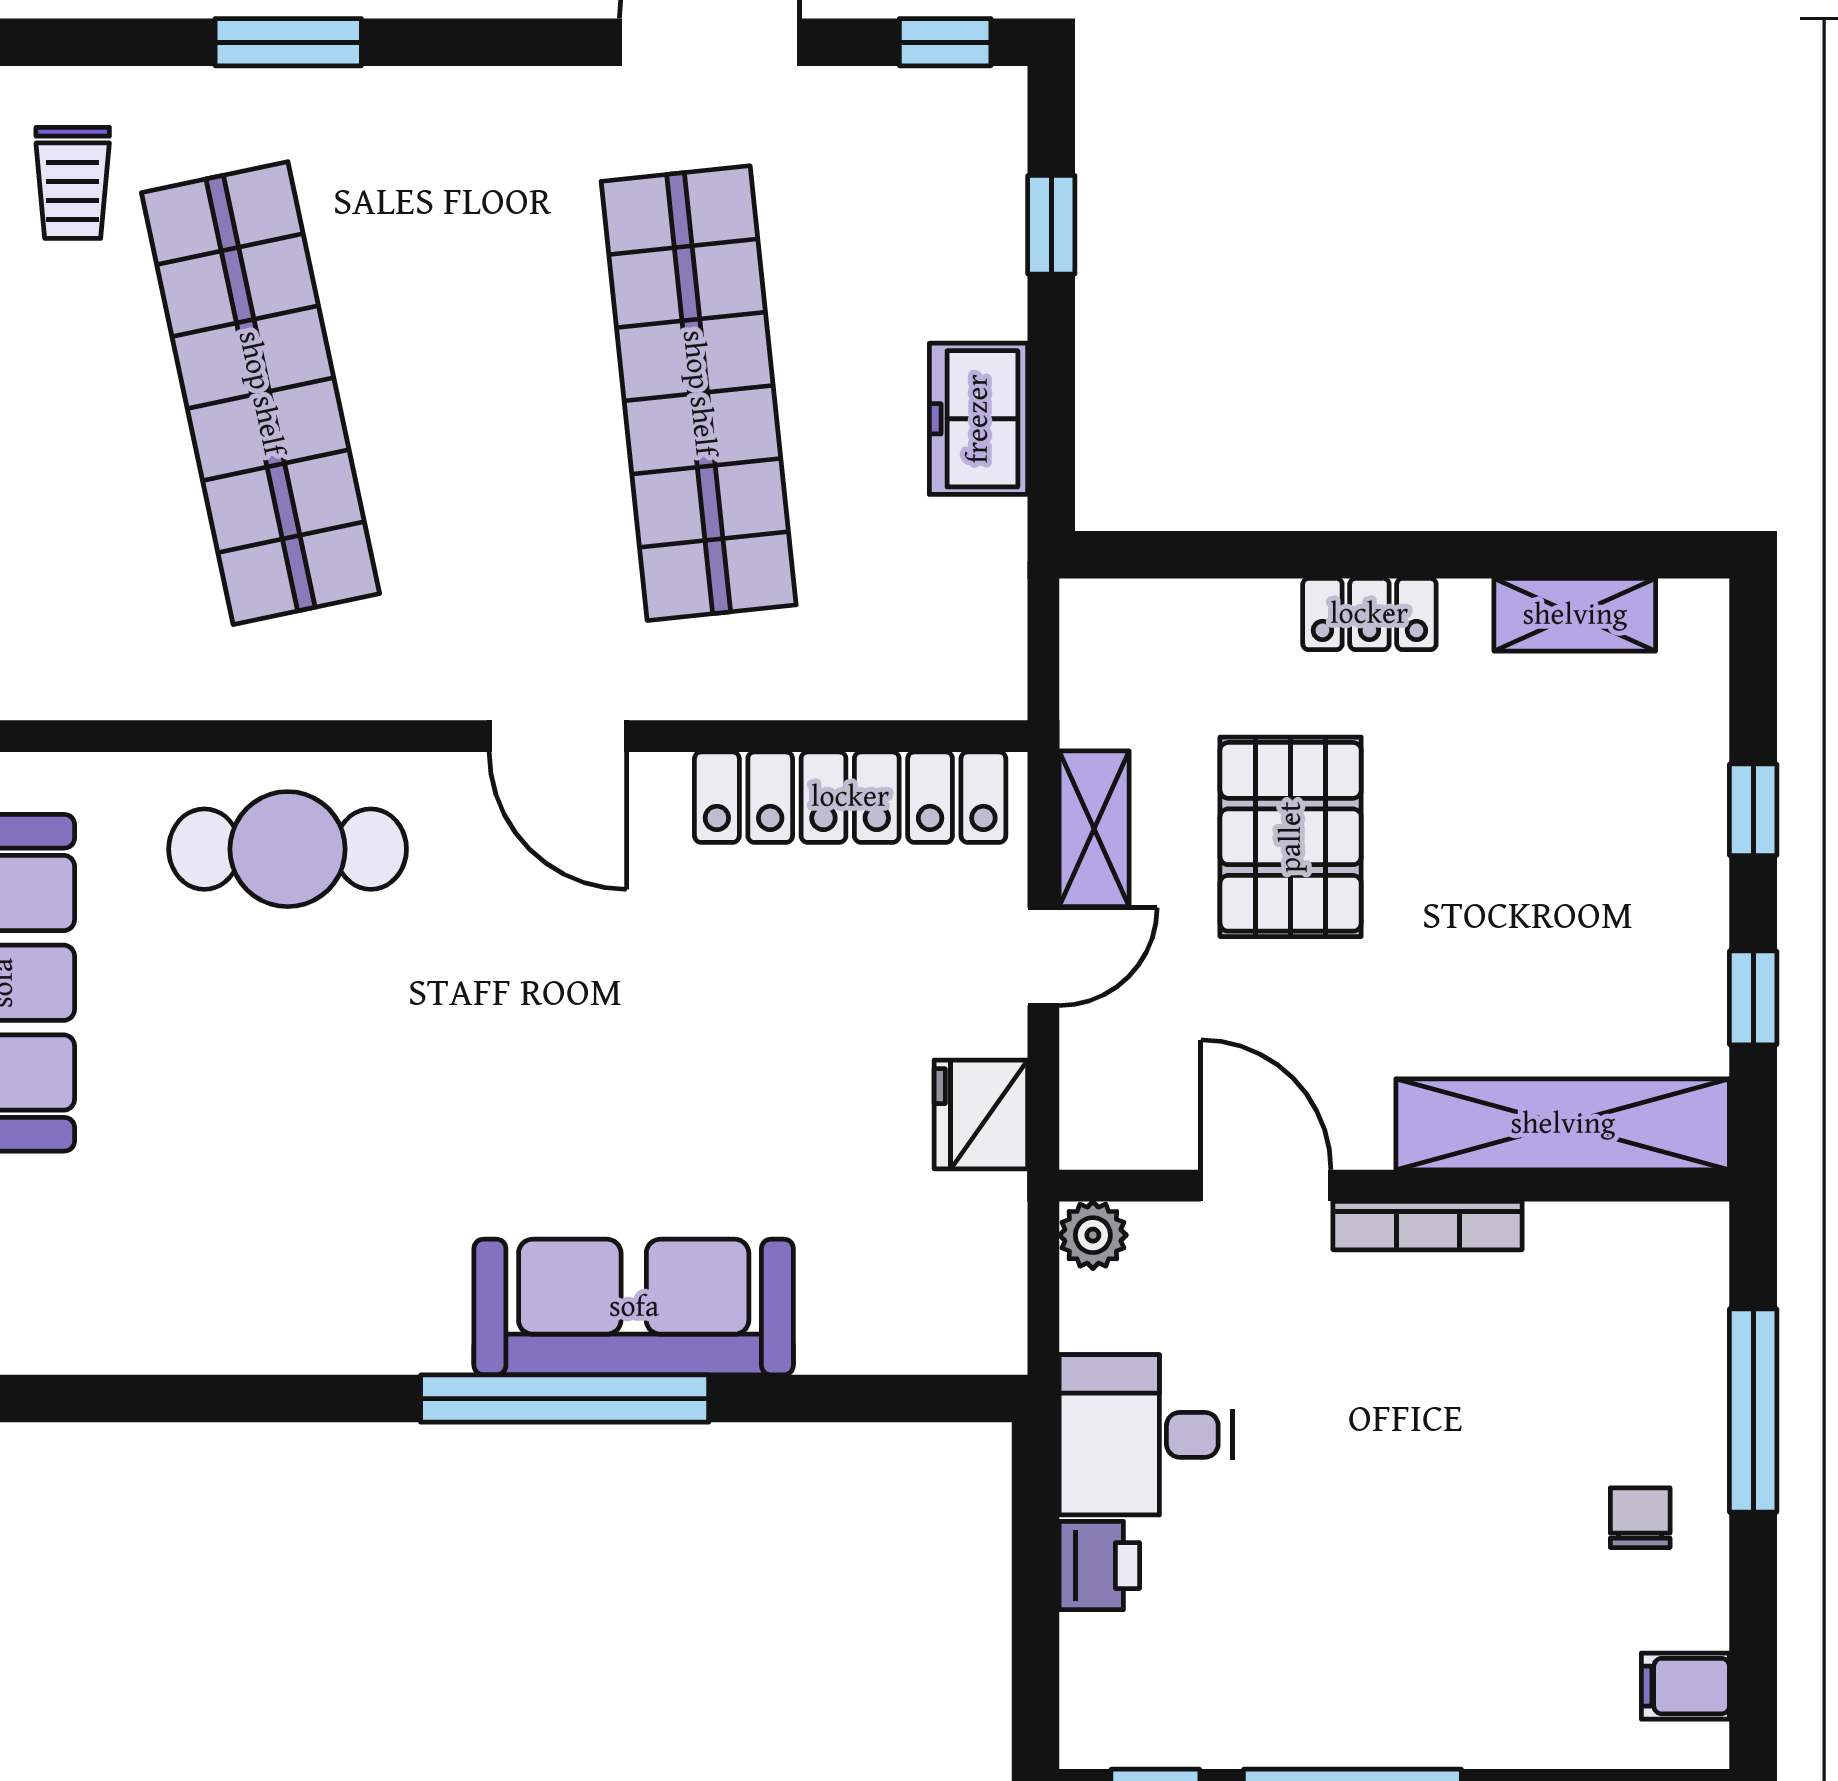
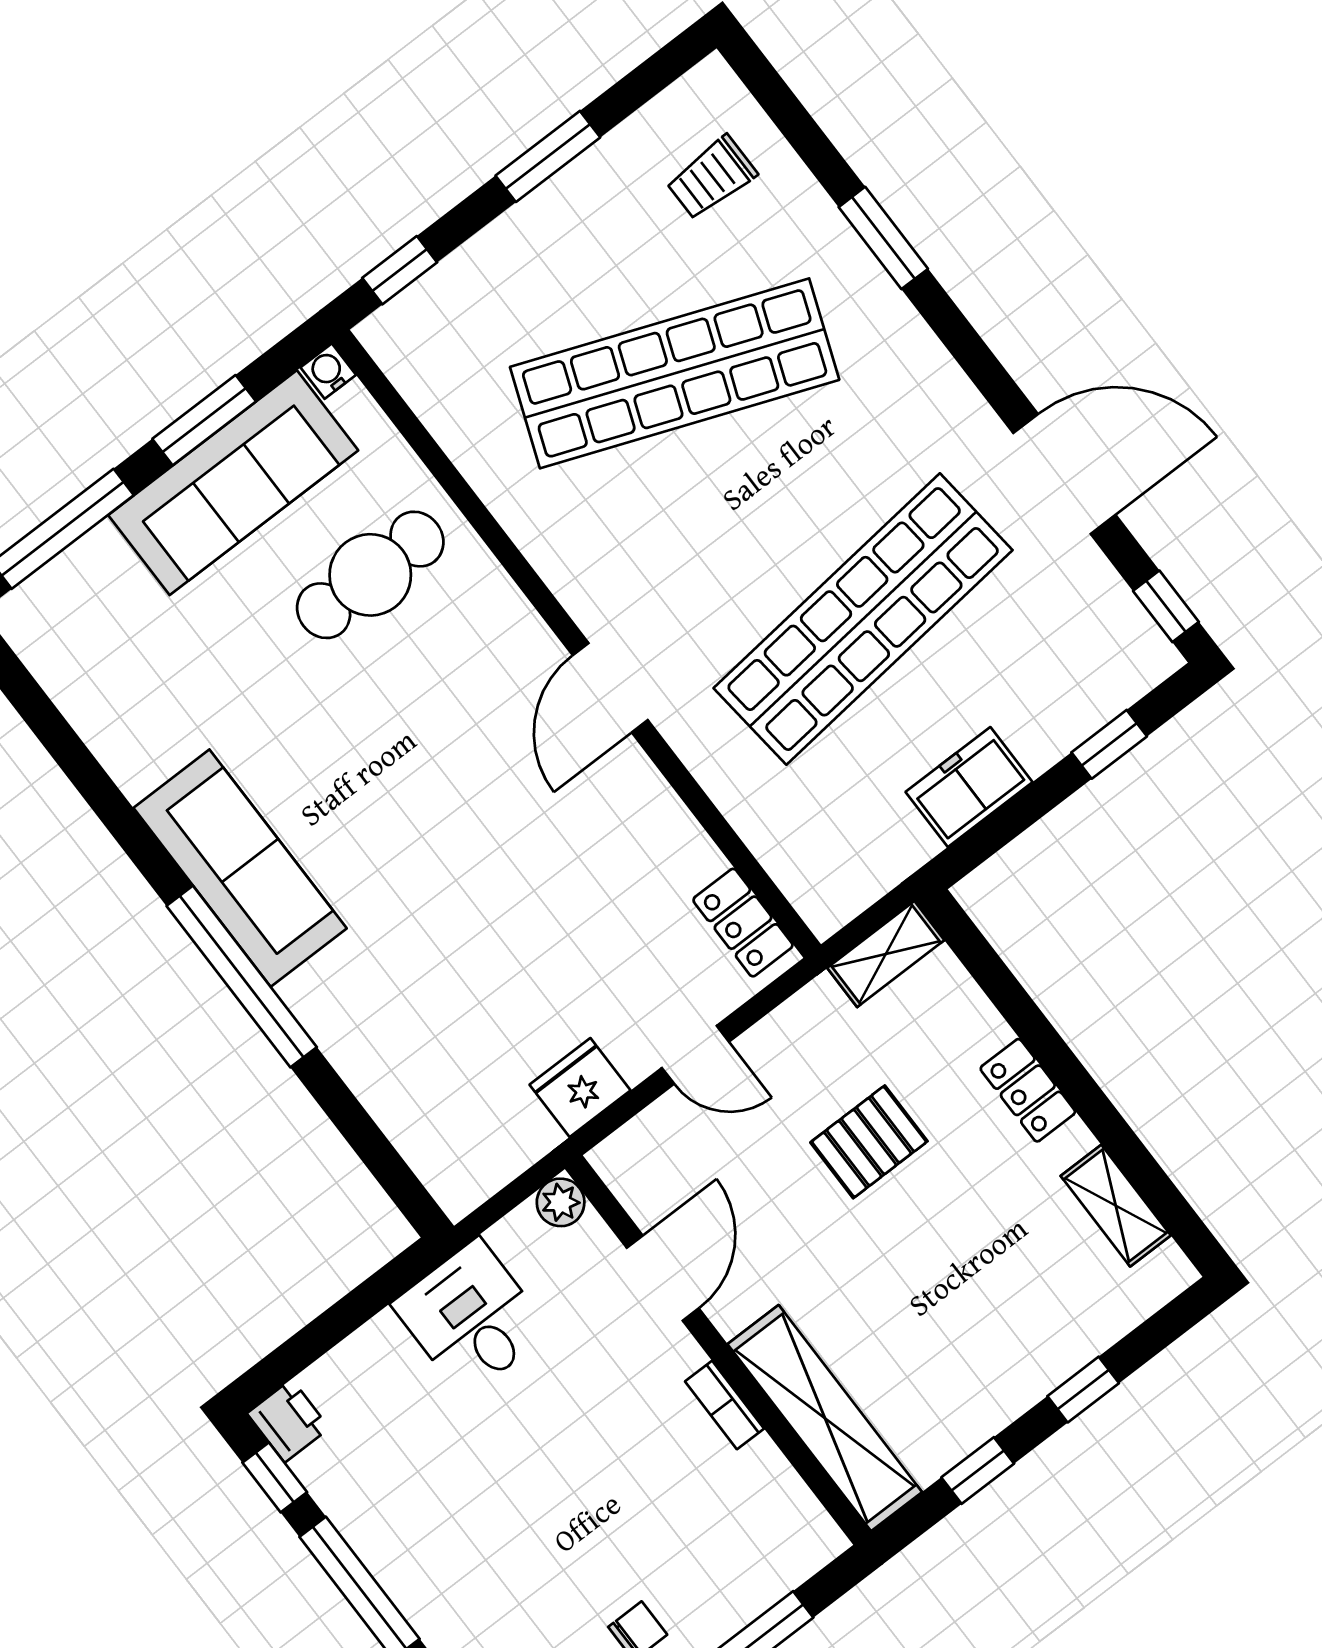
shop shelf: (261, 393) -> (675, 373), turned 33
locker: (850, 797) -> (743, 923), width x0.46, depth x0.83
shelving: (1094, 829) -> (886, 954), moved
pallet: (1291, 837) -> (869, 1142), width x0.67, depth x0.71
cafe table: (288, 849) -> (370, 575), moved, turned 90
bookcase: (1428, 1226) -> (725, 1405), width x0.64
sofa: (634, 1307) -> (240, 868), moved
printer: (1099, 1566) -> (288, 1421), moved, turned -90

